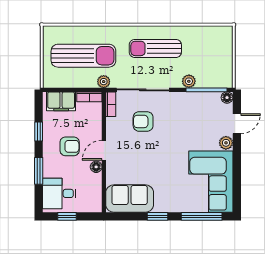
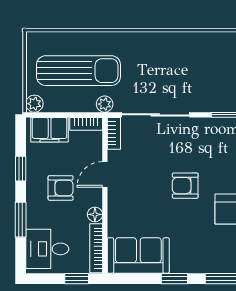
sun lounger: (155, 48) -> (172, 61), removed
plant: (189, 81) -> (34, 104), moved
armchair: (143, 121) -> (185, 186), moved
door: (104, 150) -> (105, 174), moved
bookcase: (97, 193) -> (96, 248), added
window: (67, 216) -> (77, 279), moved

